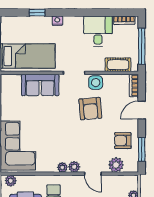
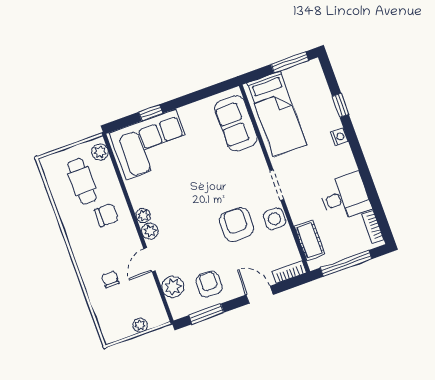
sofa: (40, 85) -> (236, 123), moved
armchair: (90, 109) -> (236, 225), turned 95

